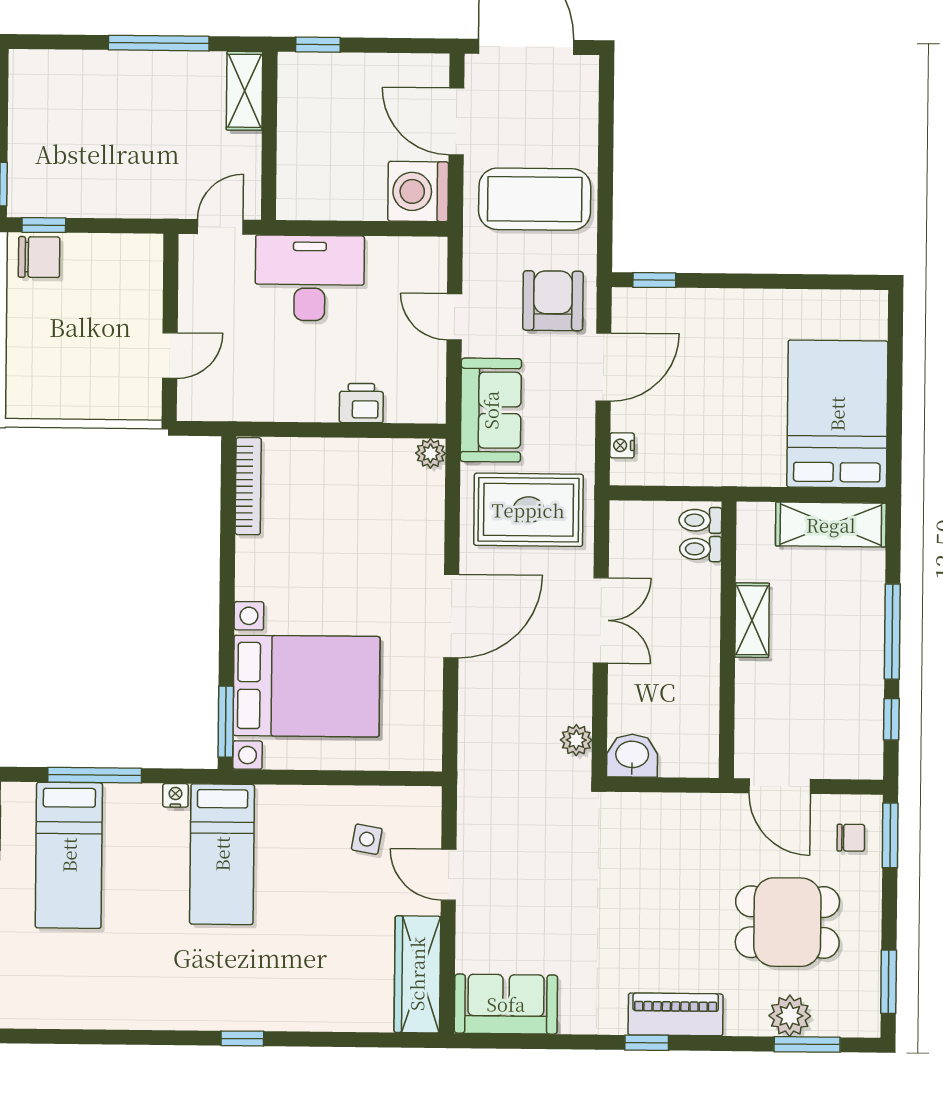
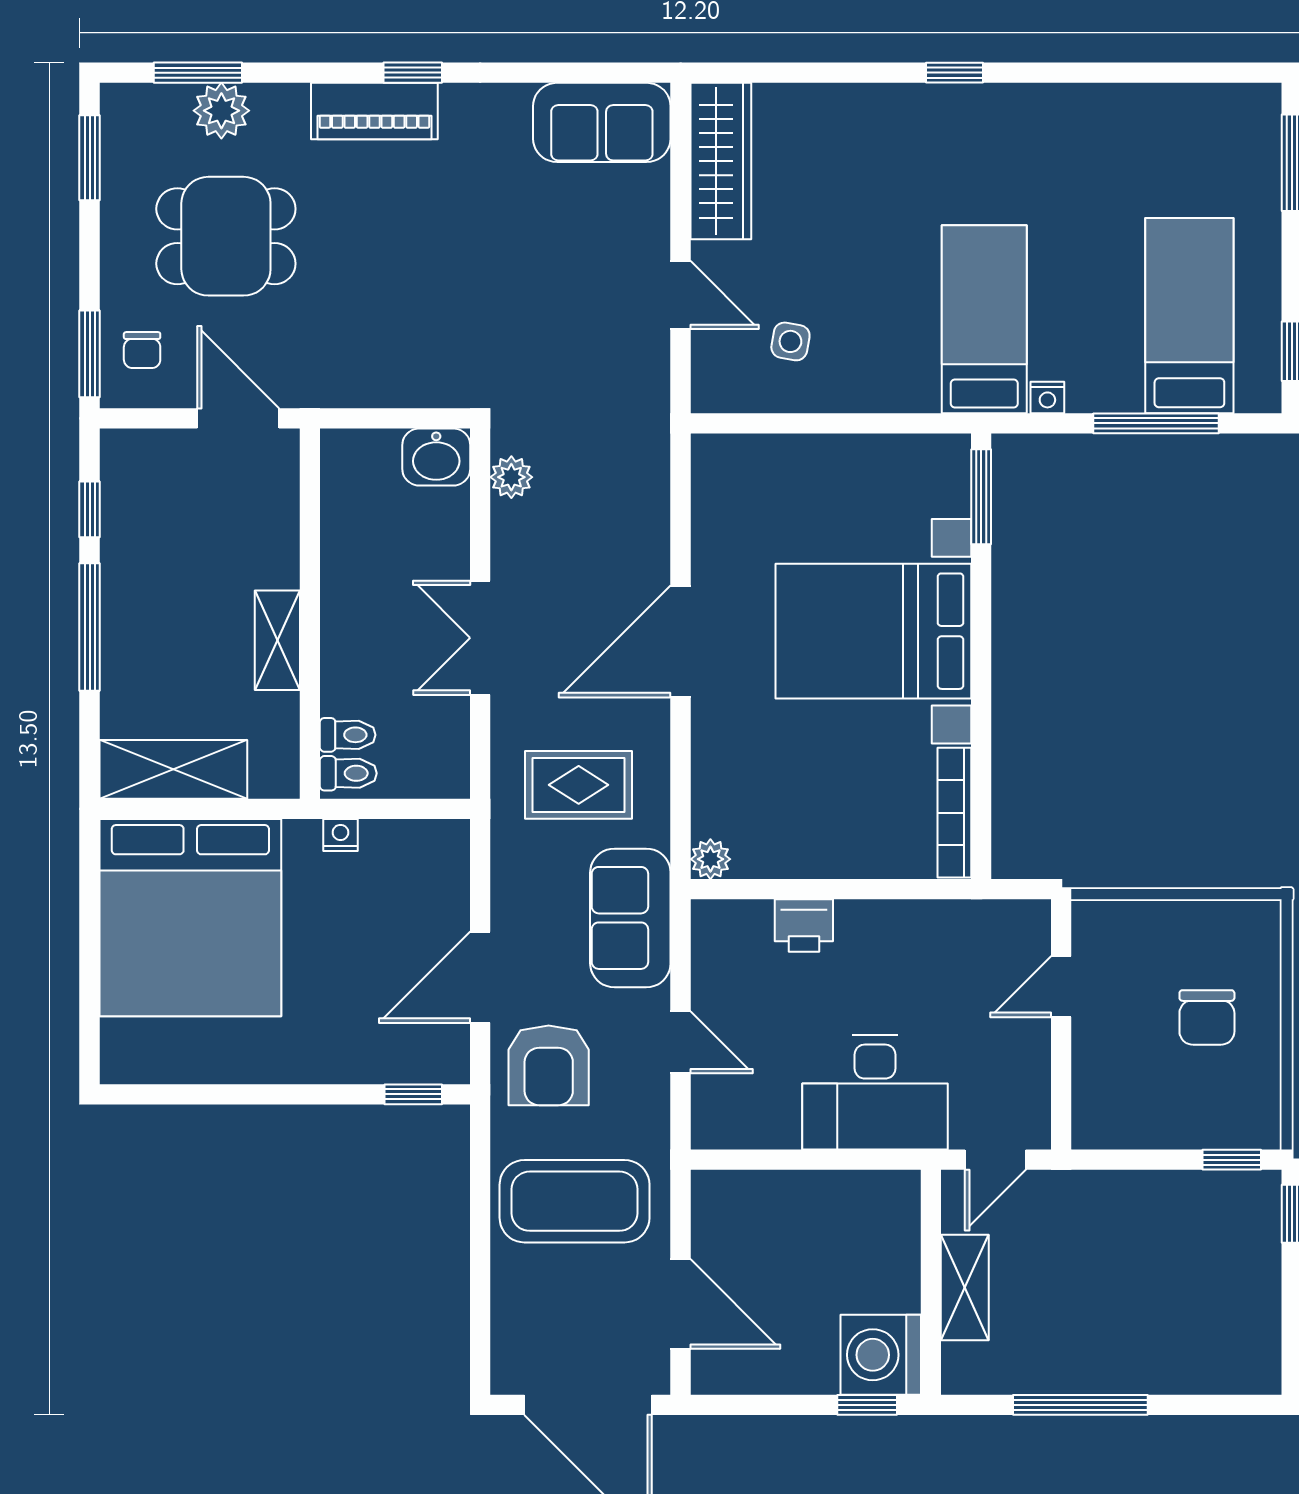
shelving: (245, 91) -> (965, 1288), moved
washing machine: (418, 191) -> (881, 1355), moved, turned 180
chair: (39, 257) -> (1207, 1017), moved, turned -90
bed: (837, 414) -> (190, 918), width x1.36
nightstand: (622, 445) -> (340, 835), moved, turned -90
rug: (528, 510) -> (579, 785), width x0.73, depth x0.70
bed with nightstands: (307, 686) -> (873, 631), moved
chair: (851, 838) -> (142, 350), turned -90

